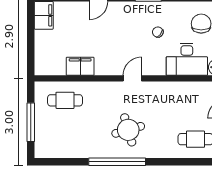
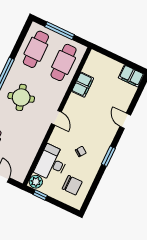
cafe table: (65, 100) -> (64, 62), width x1.37, depth x1.35
cafe table: (65, 139) -> (36, 49), added

